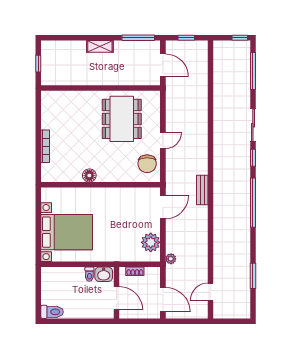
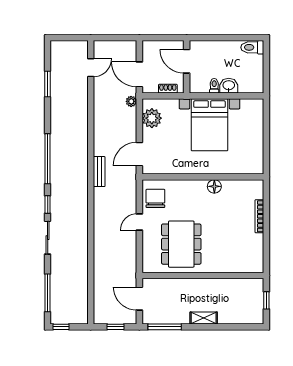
bed with nightstands: (67, 232) -> (210, 125), moved, turned -90
washbasin: (104, 274) -> (229, 86), moved
door: (163, 300) -> (139, 74), moved

